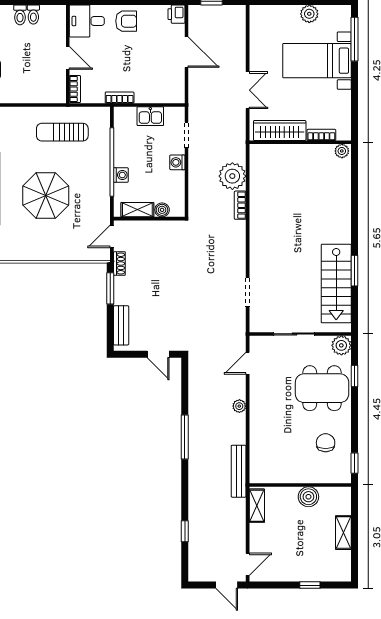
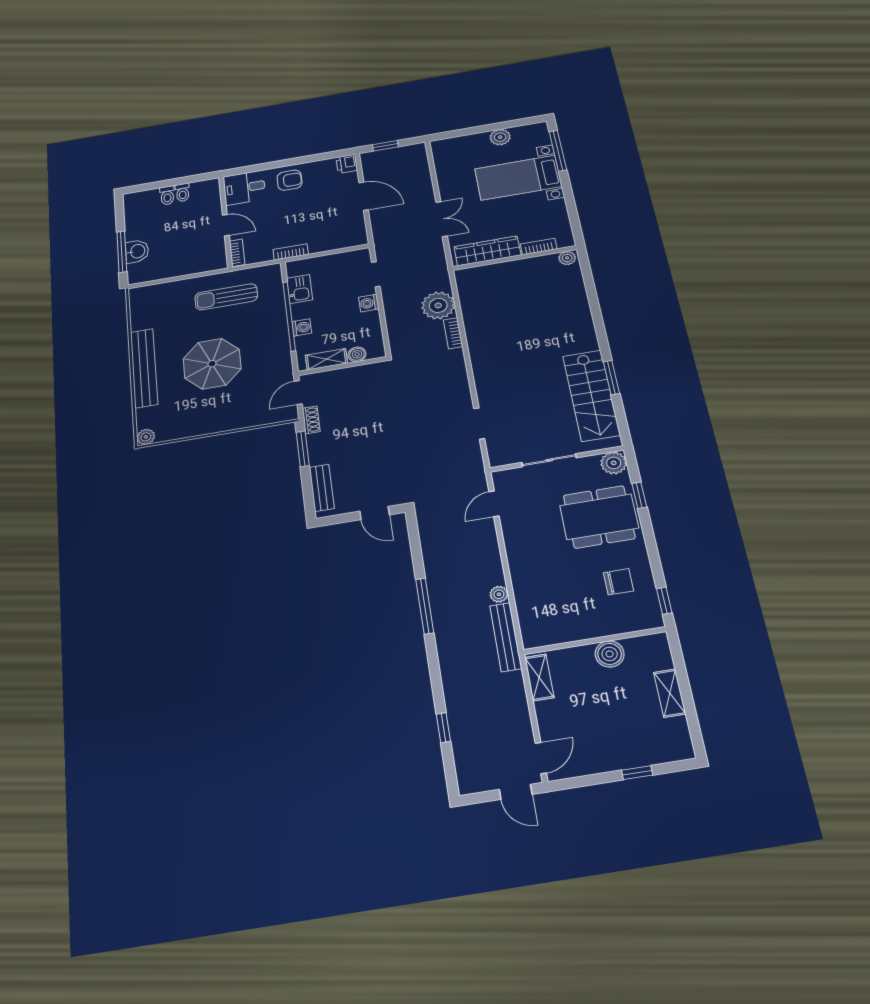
kitchen sink: (150, 116) -> (300, 289), moved, turned -90
plant: (239, 406) -> (499, 594), moved
chair: (326, 443) -> (618, 582), turned 90

